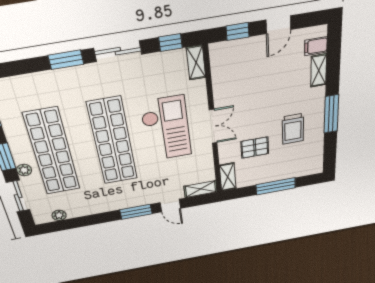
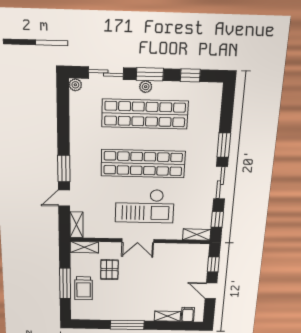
trolley: (293, 129) -> (84, 288), moved, turned -90
plant: (24, 170) -> (146, 87), moved
plant: (59, 215) -> (75, 85), moved

